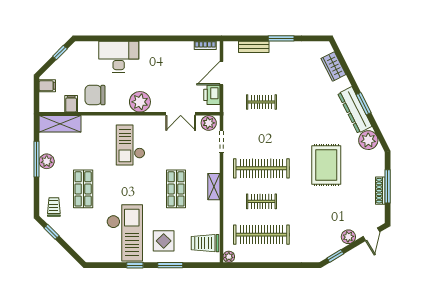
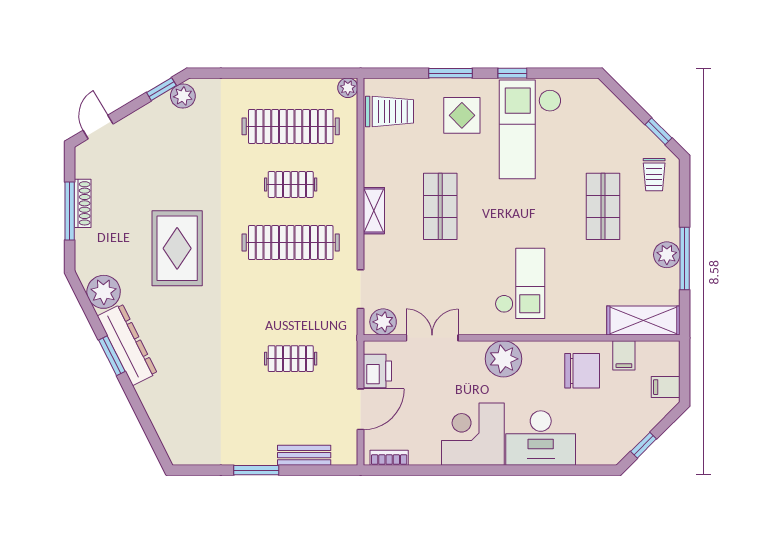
corner desk: (157, 59) -> (473, 434), added
wardrobe: (333, 67) -> (165, 421), removed
plant: (348, 237) -> (183, 96), moved

